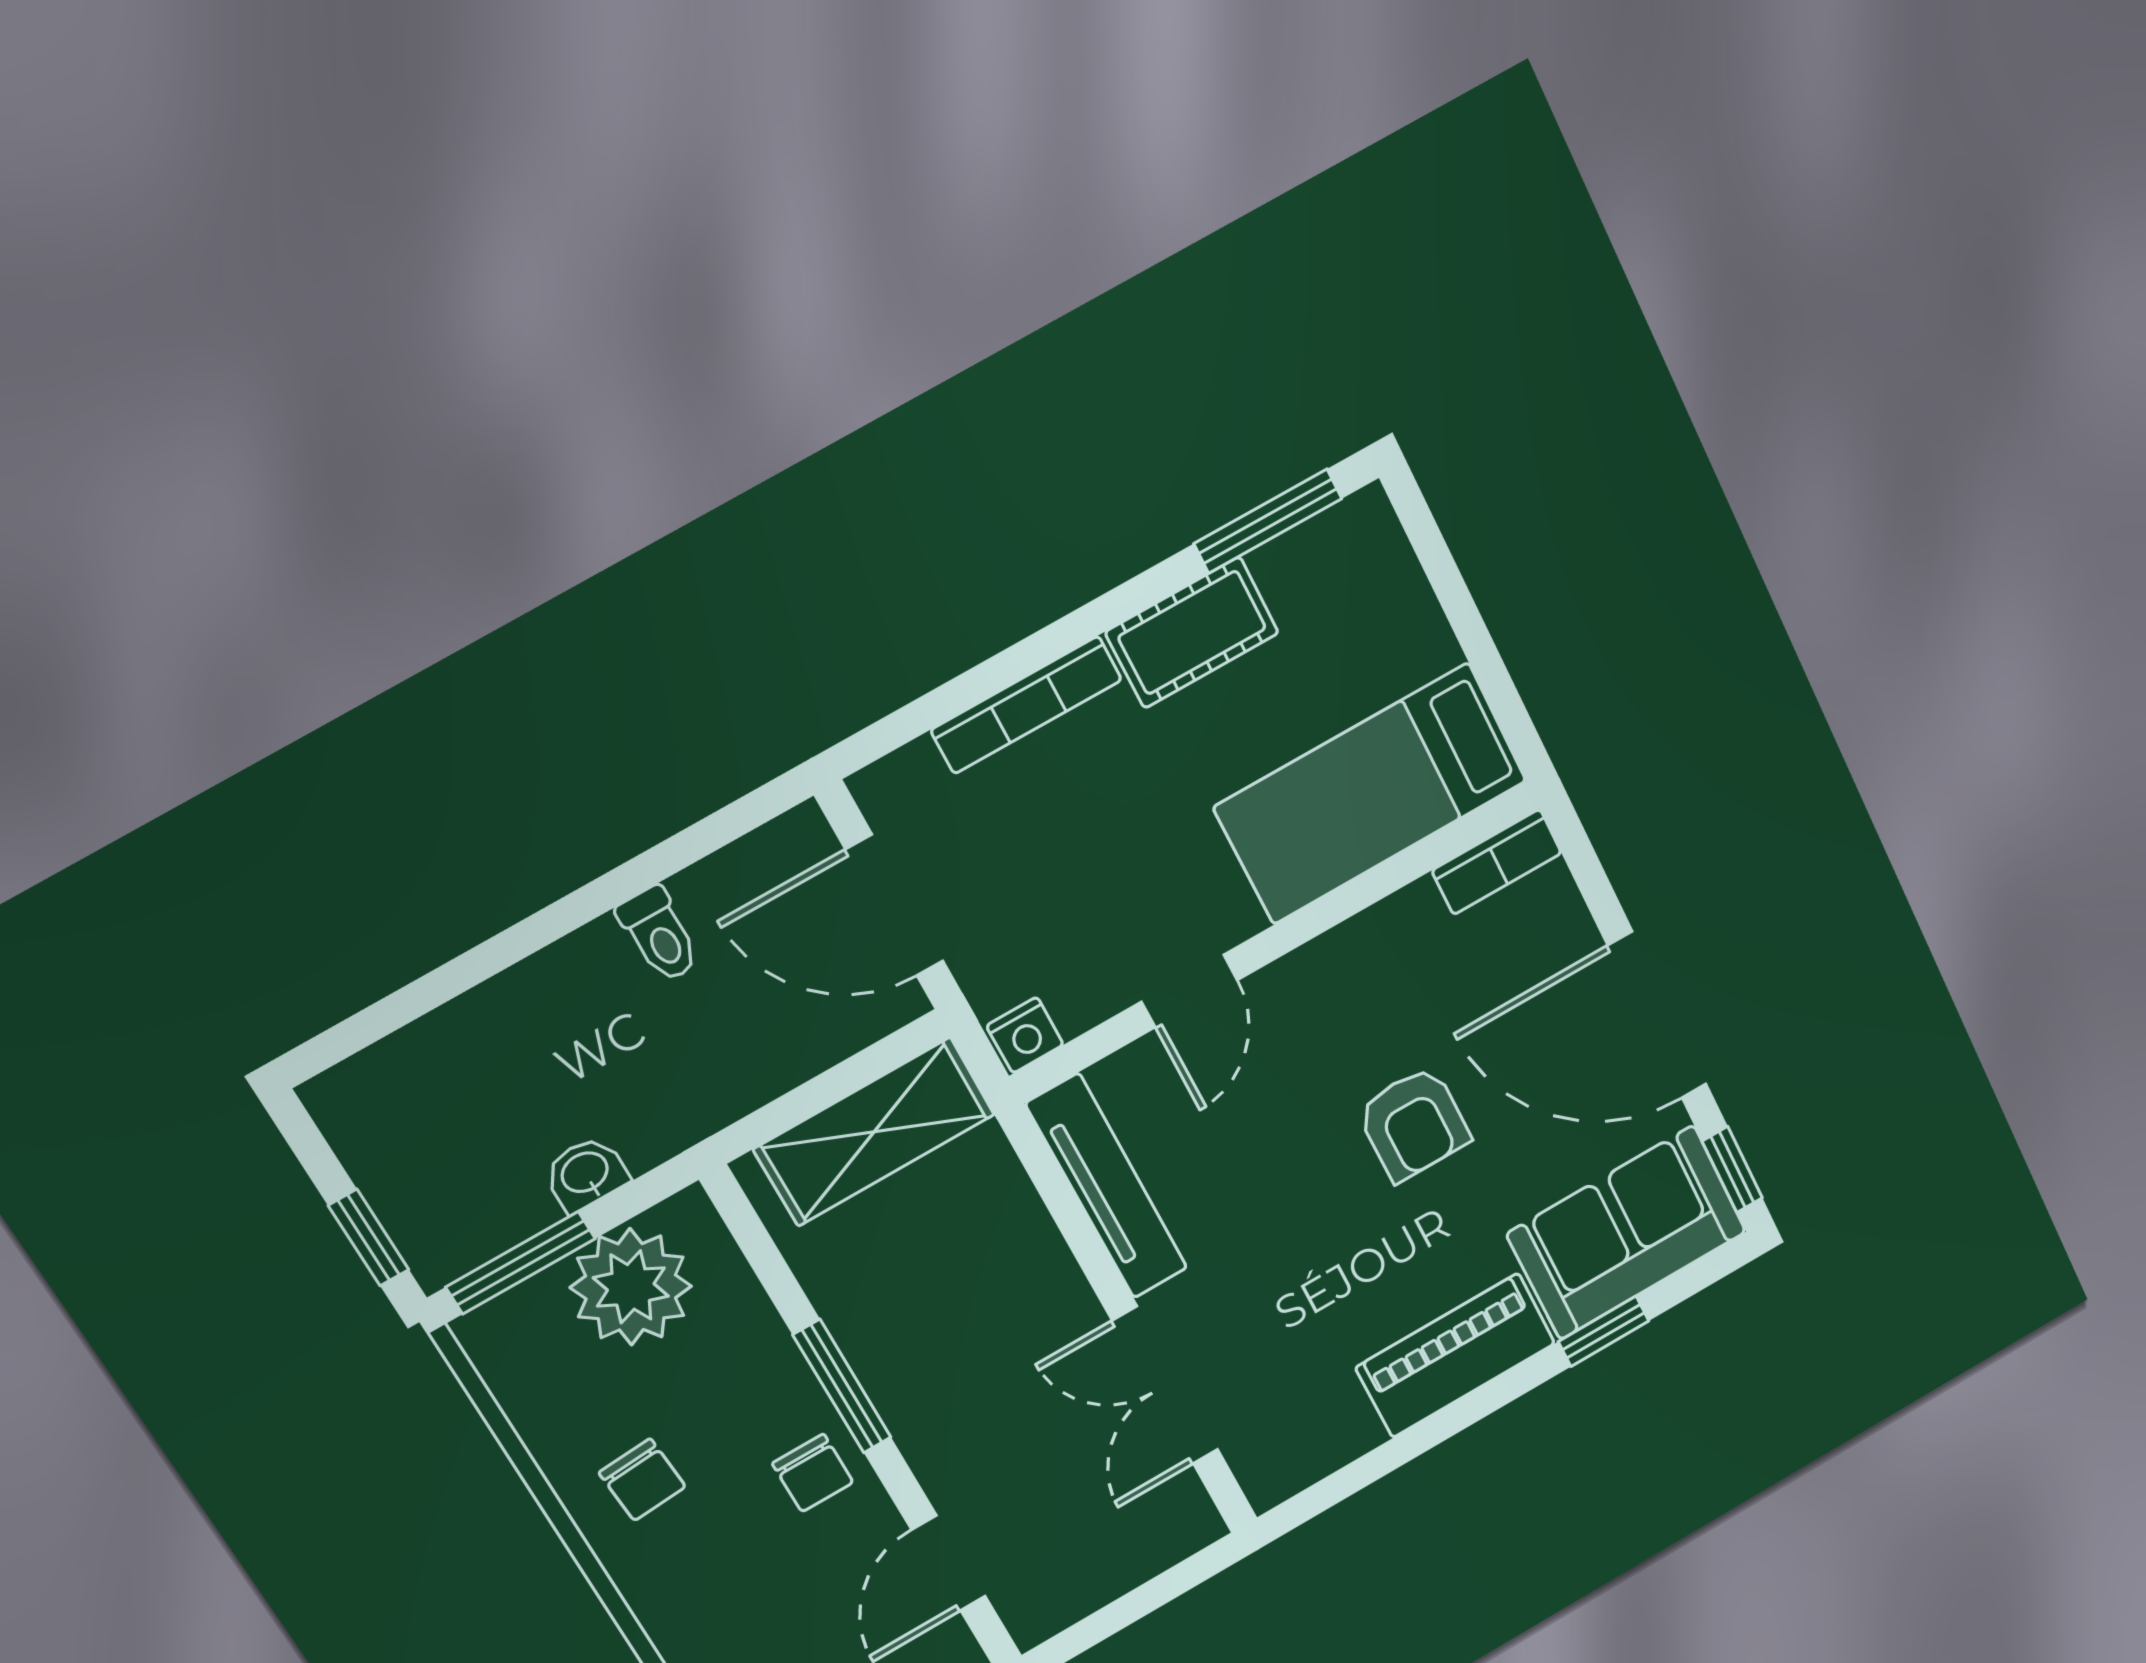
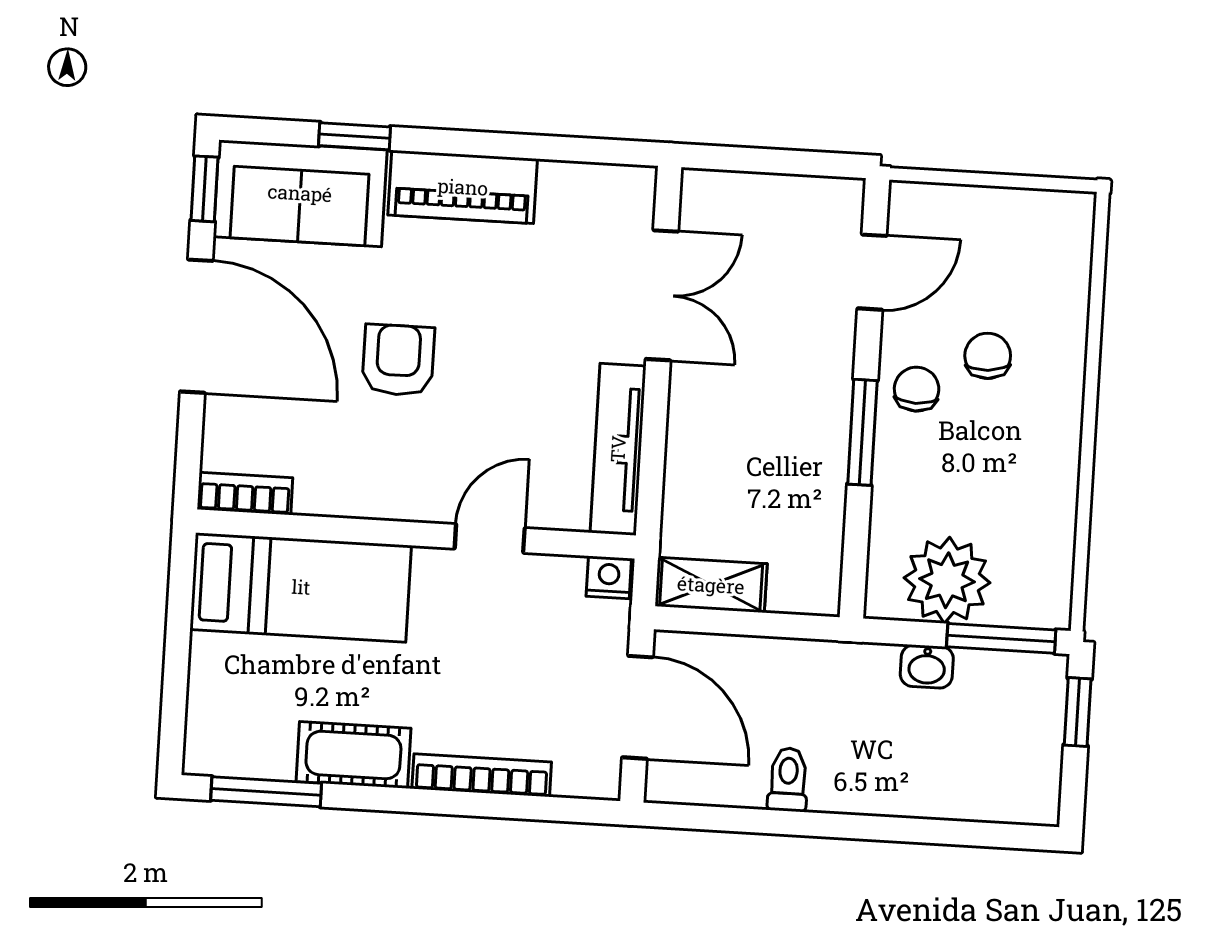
shelving: (874, 1132) -> (711, 585), width x0.67, depth x0.75
chair: (642, 1480) -> (988, 356), moved

